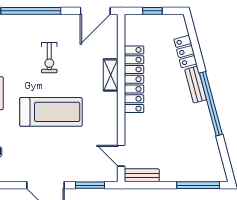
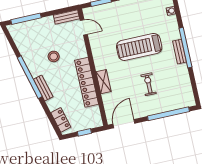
locker: (185, 52) -> (61, 120), moved
stool: (172, 125) -> (54, 56), added

